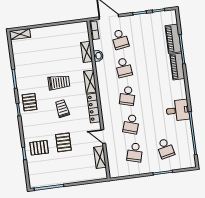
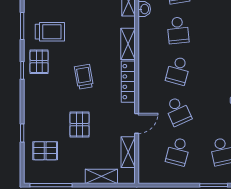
trolley: (59, 82) -> (50, 32), moved
school desk: (131, 124) -> (178, 111), turned -42
door: (103, 136) -> (137, 123), swing flipped
pallet: (39, 148) -> (45, 151), moved
shelving: (83, 177) -> (101, 176), added

